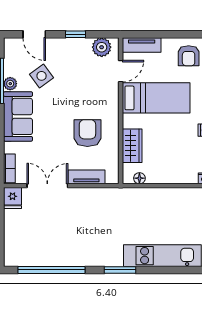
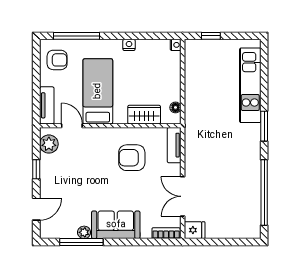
side table: (42, 76) -> (77, 202), removed
tv unit: (86, 177) -> (174, 145), moved

